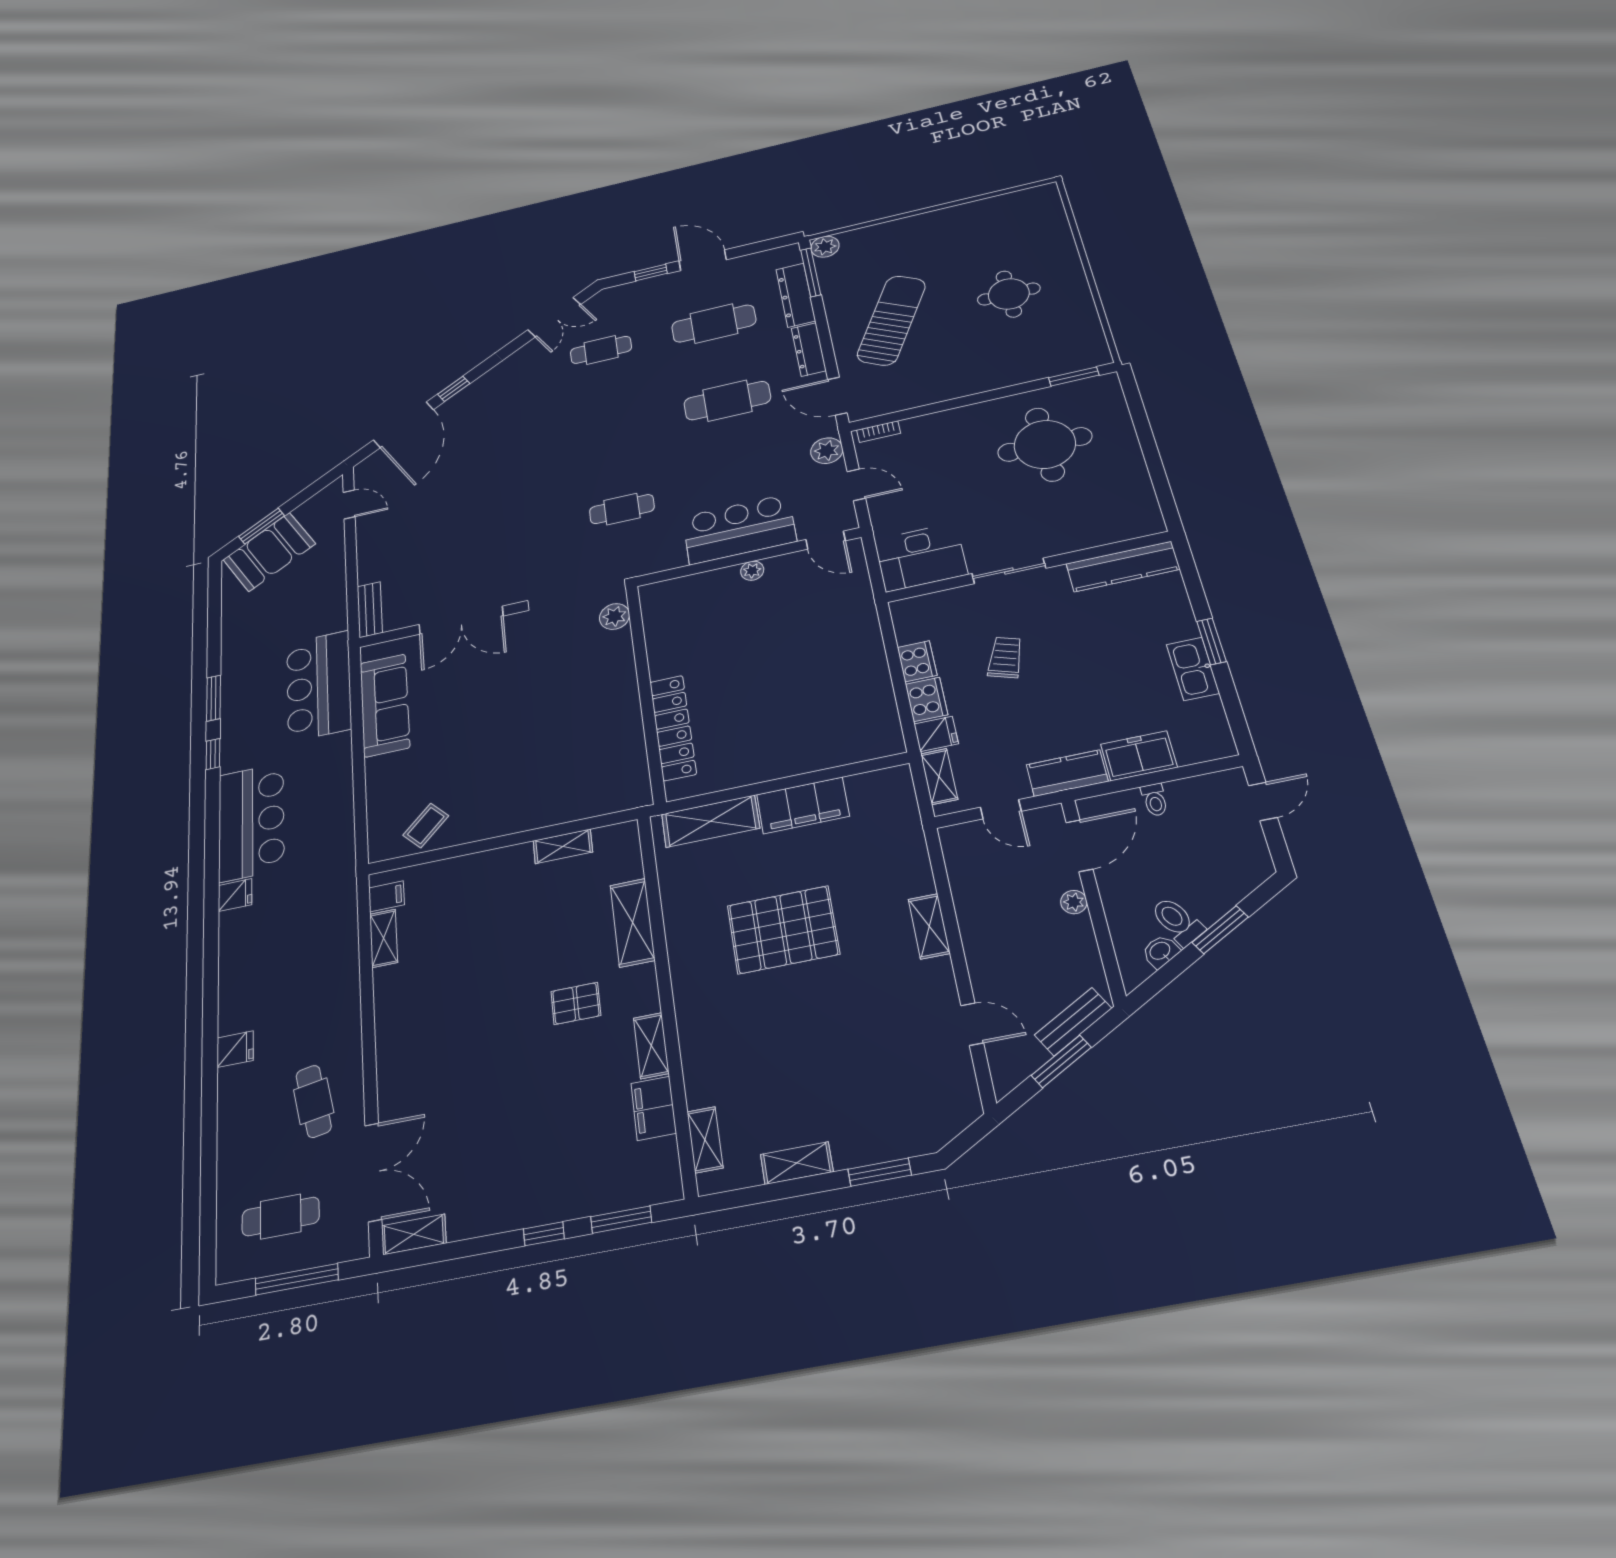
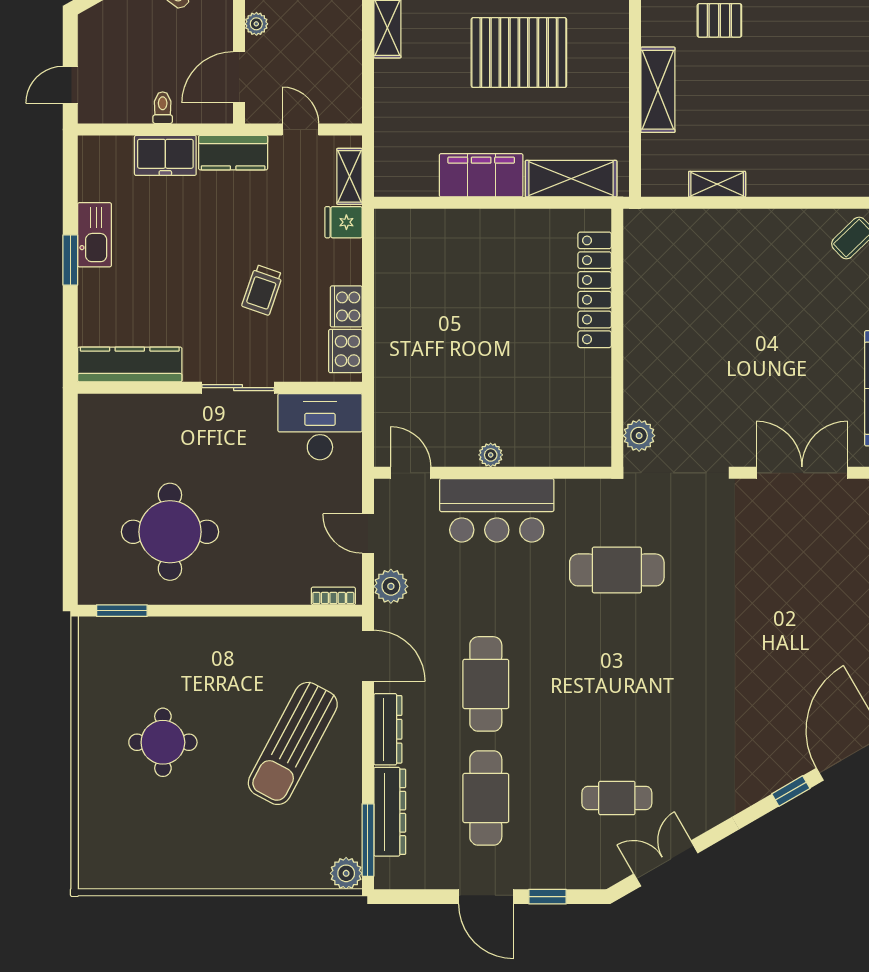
cafe table: (714, 324) -> (486, 798), turned 90
cafe table: (727, 401) -> (486, 684), turned 90
cafe table: (622, 509) -> (617, 570), width x1.37, depth x1.35
cooker: (926, 699) -> (345, 351), moved

